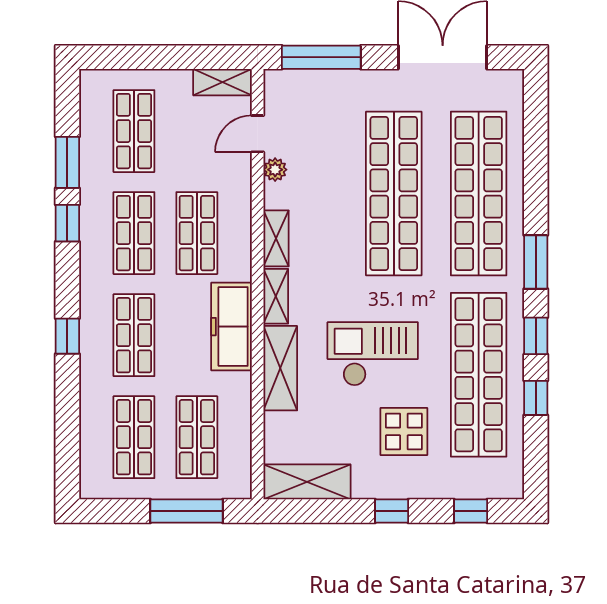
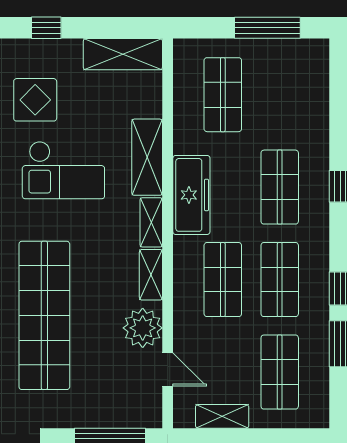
shelving: (222, 82) -> (222, 416), moved
door: (258, 134) -> (168, 370), hinge flipped
plant: (275, 170) -> (143, 328), width x1.88, depth x1.88
shop shelf: (134, 437) -> (280, 95), removed
window: (186, 511) -> (267, 28), moved

